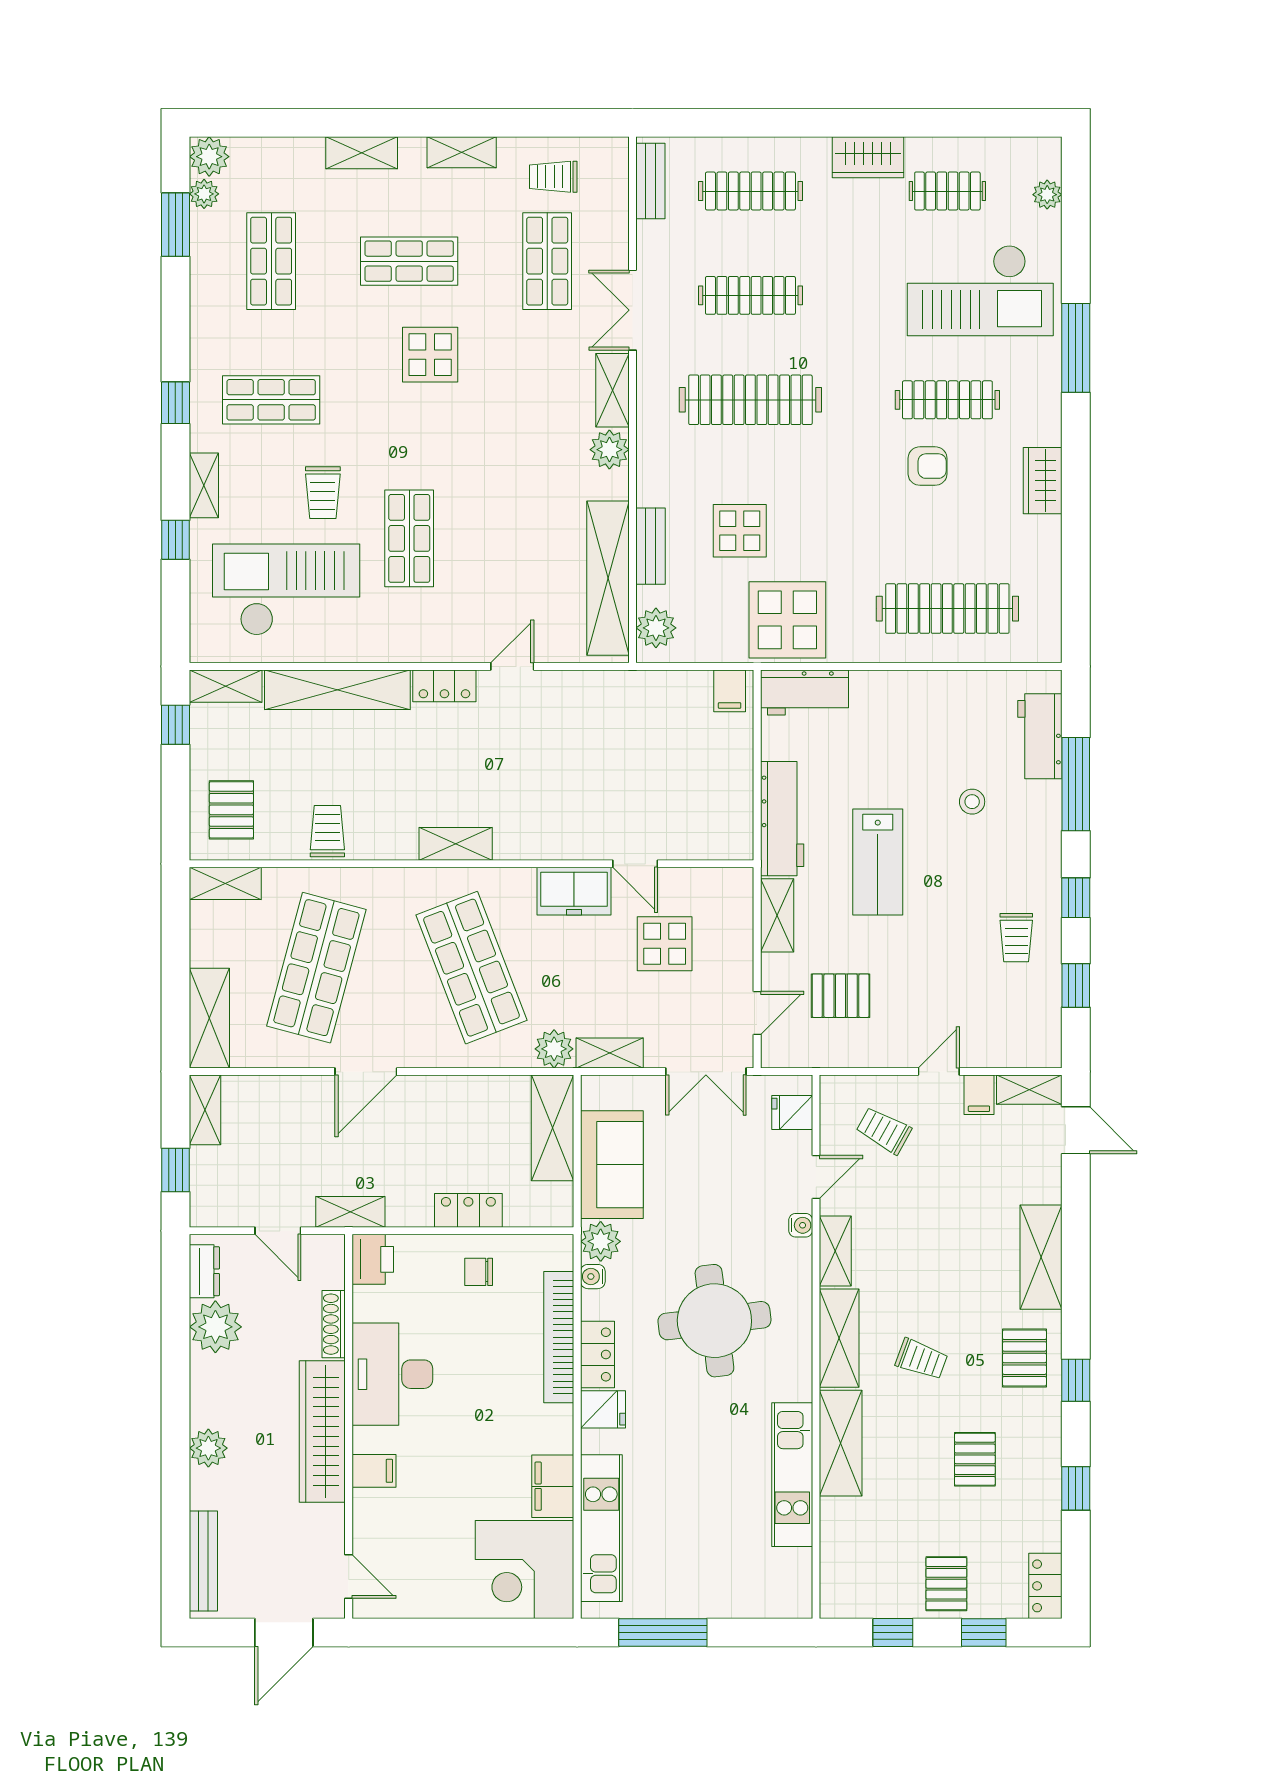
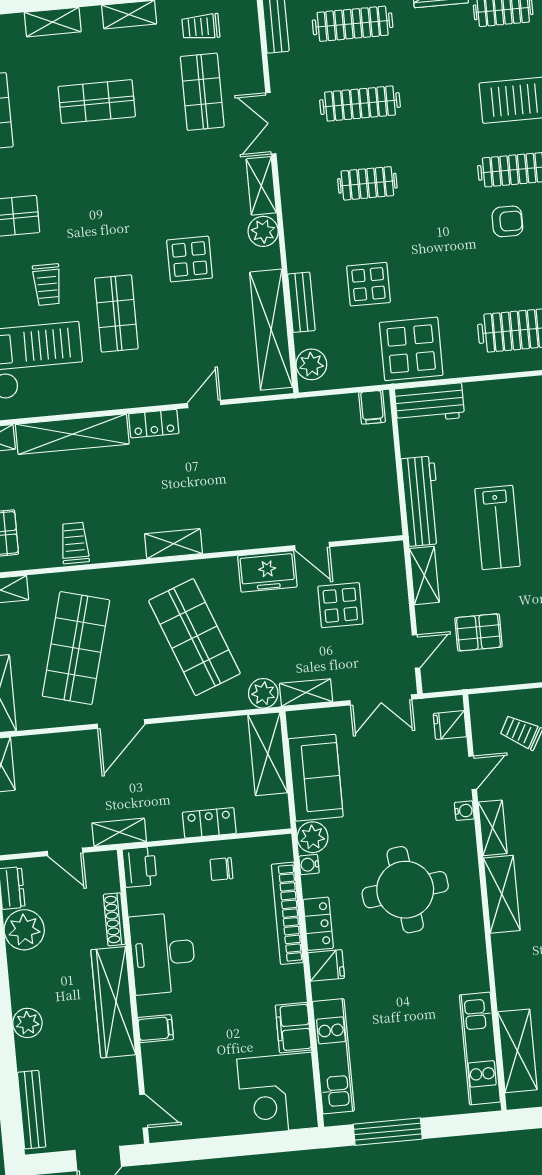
display table: (430, 355) -> (190, 259), moved
clothes rail: (750, 400) -> (367, 183), width x0.54, depth x0.76
shelving: (841, 1443) -> (517, 1051), moved
kitchen unit: (792, 1475) -> (480, 1049), moved

